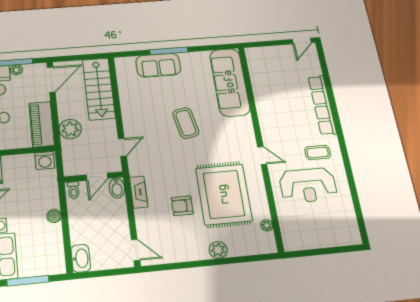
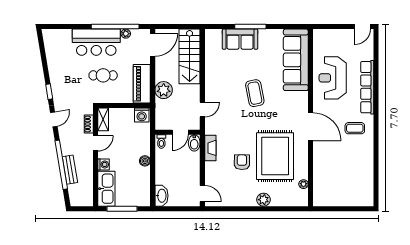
door: (262, 156) -> (310, 127), width x1.88
reception desk: (308, 185) -> (333, 78), moved, turned 90
armchair: (182, 206) -> (242, 162), turned 91

